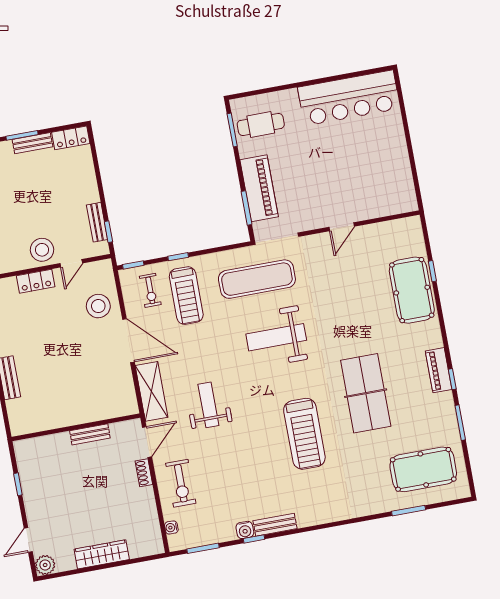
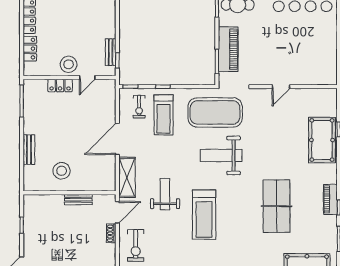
exercise mat: (257, 279) -> (215, 112), width x1.47
stool: (98, 306) -> (62, 171), moved
door: (128, 341) -> (117, 139), swing flipped
treadmill: (304, 434) -> (204, 215), moved

